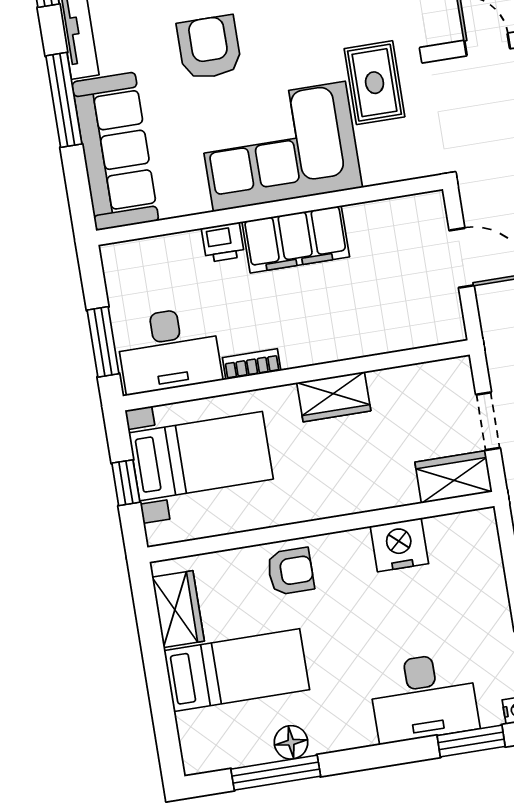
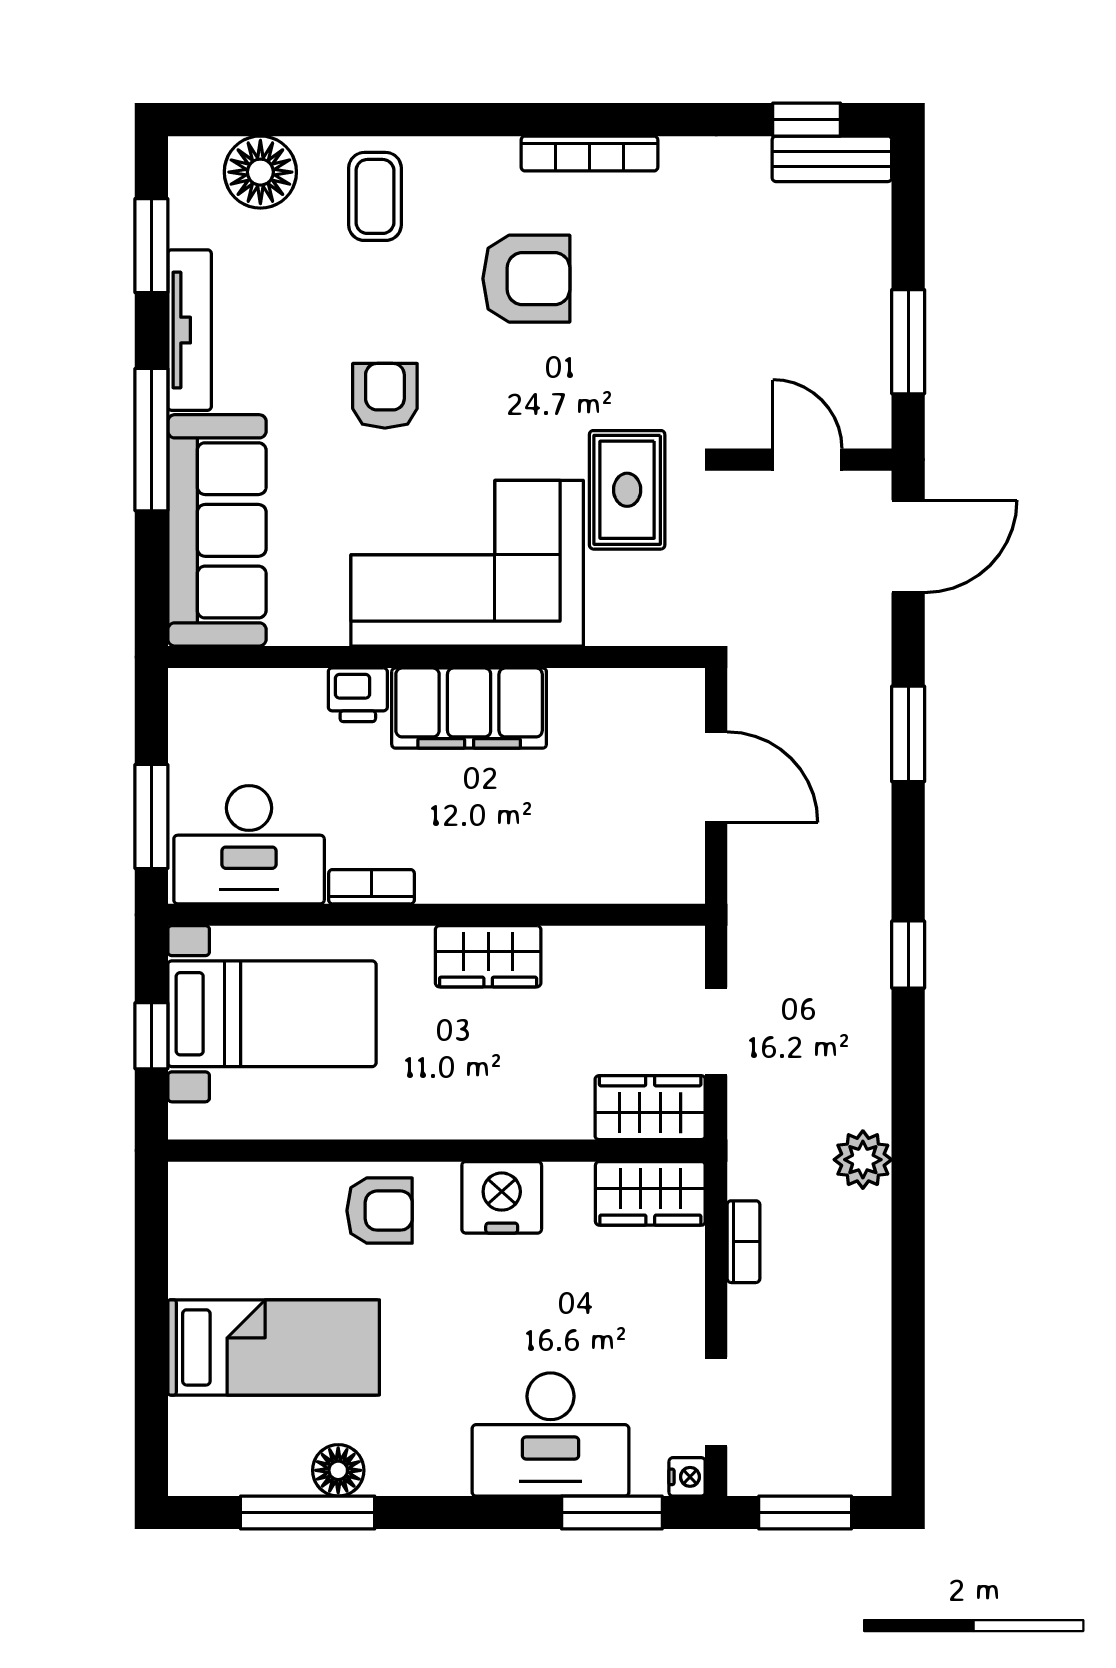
armchair: (209, 47) -> (385, 396), width x0.72, depth x0.72
nightstand: (399, 545) -> (502, 1197), moved
wardrobe: (178, 609) -> (650, 1193), moved, turned 90

